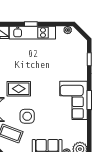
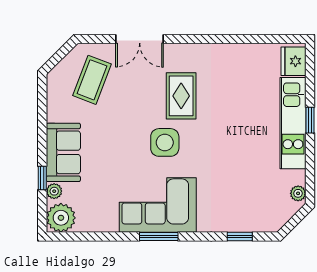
side table: (27, 116) -> (165, 142), moved

